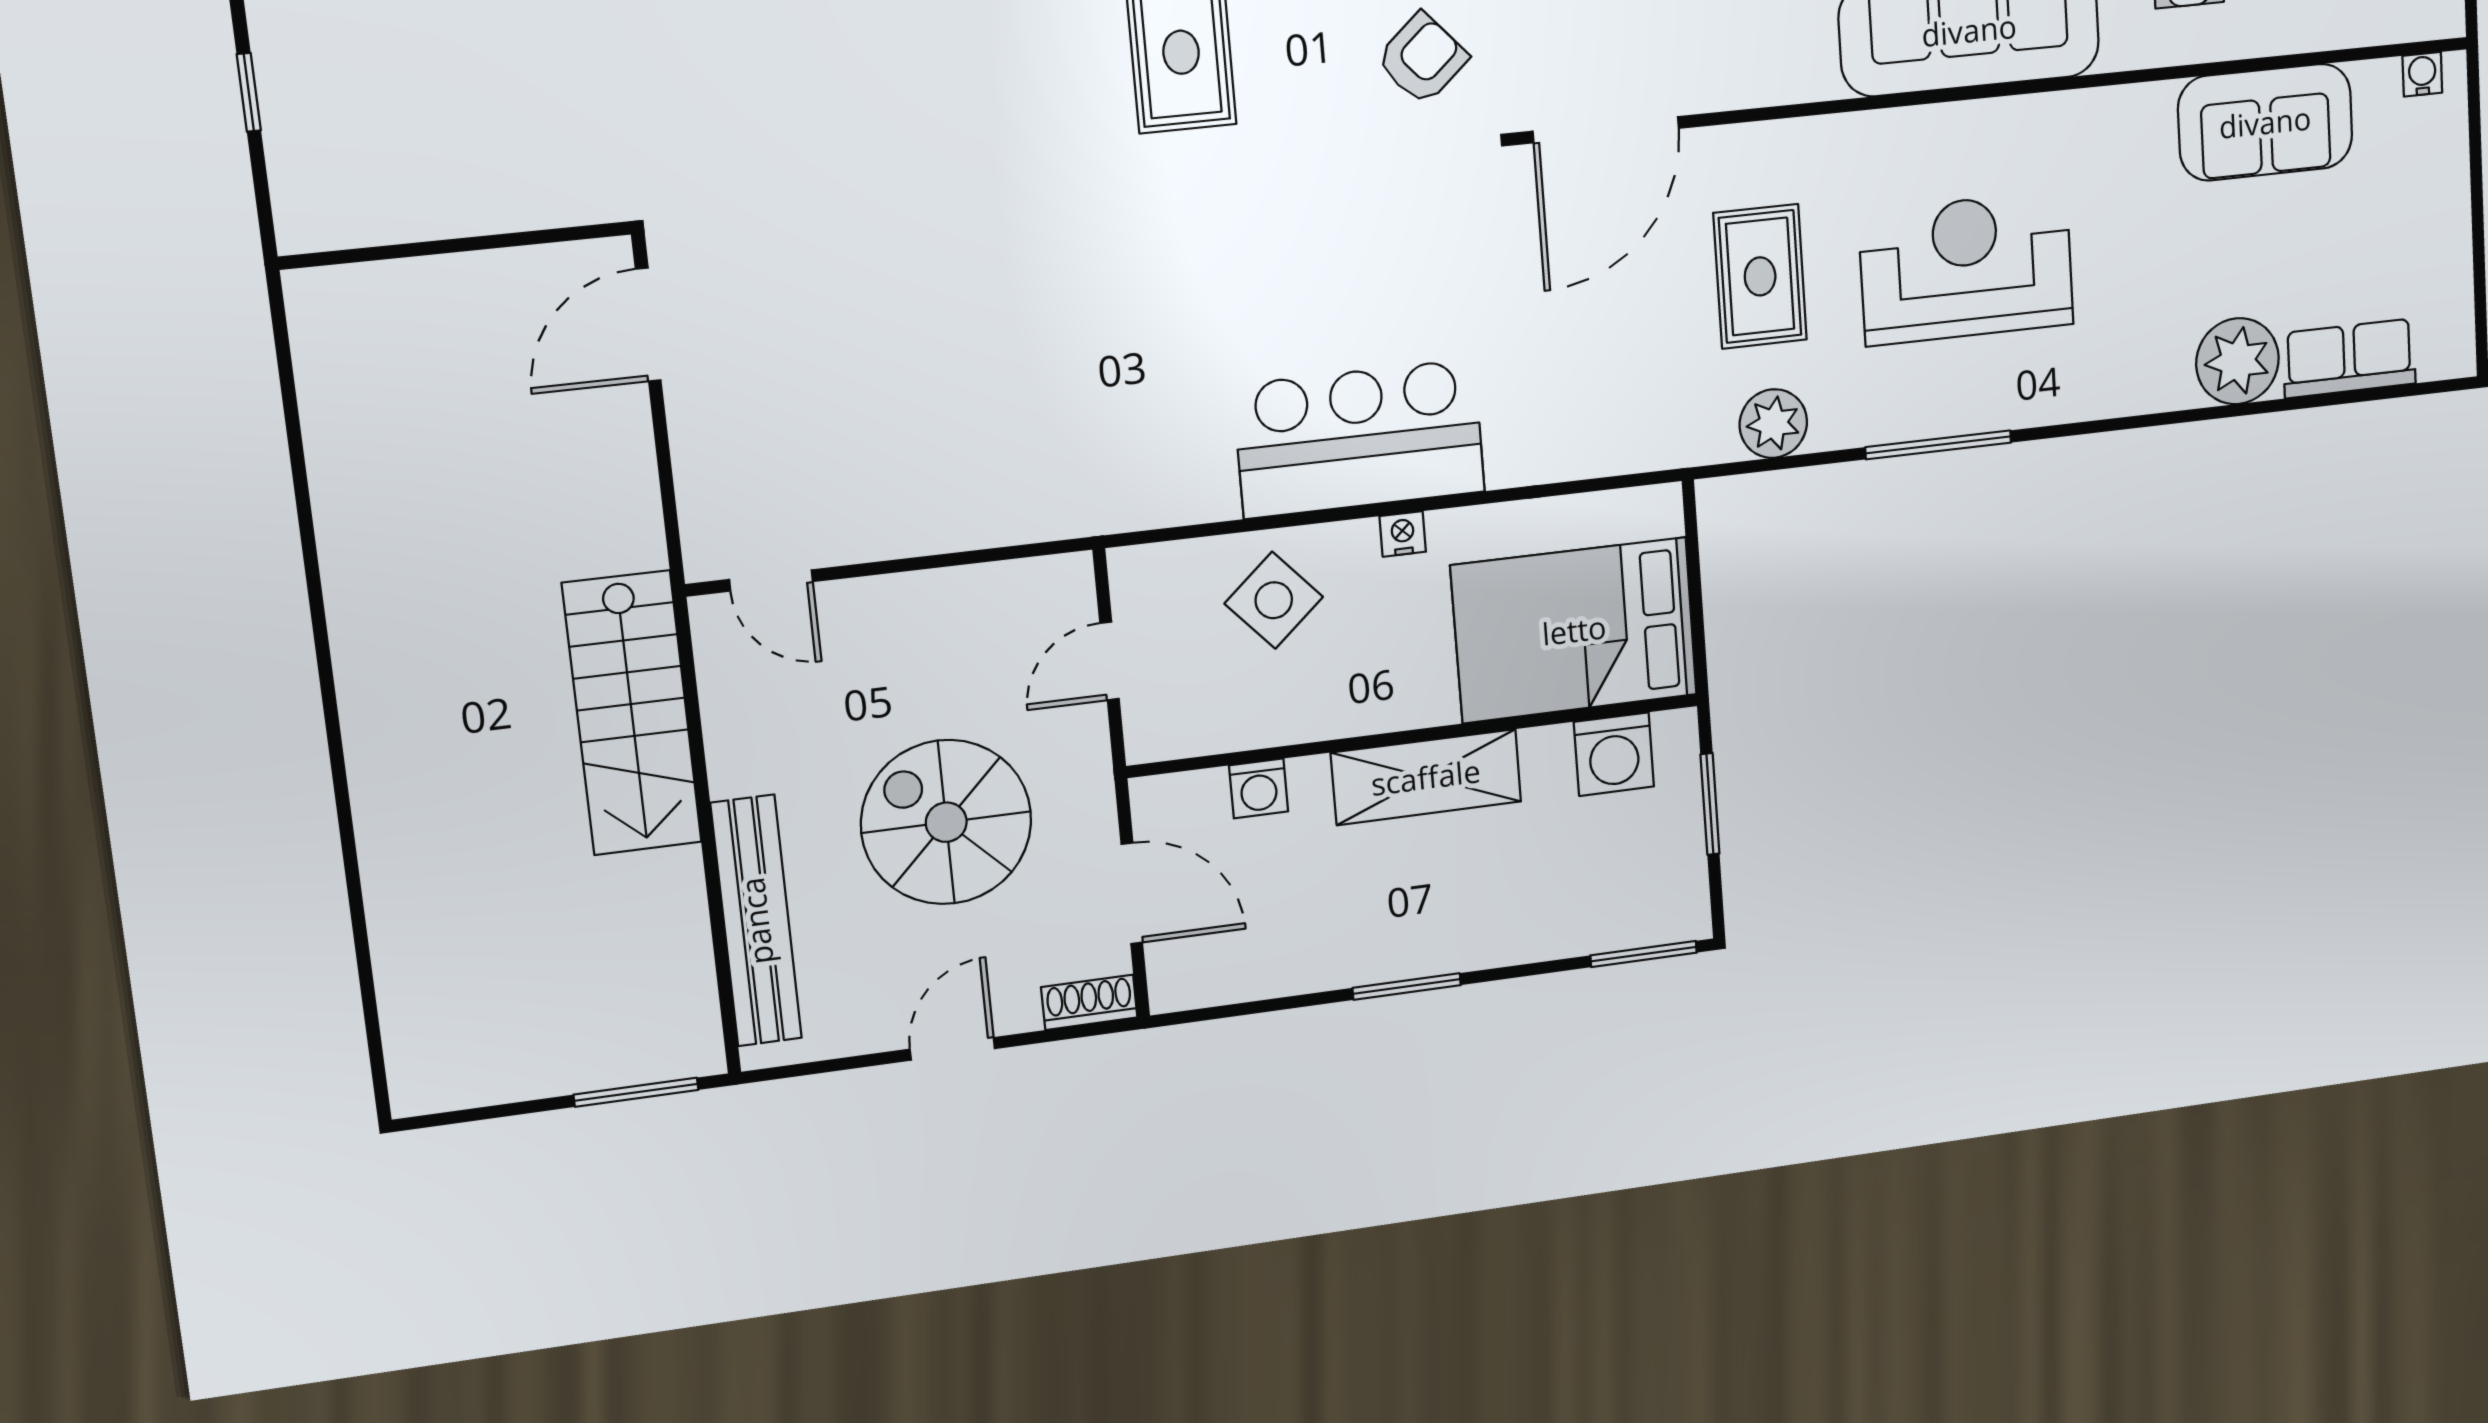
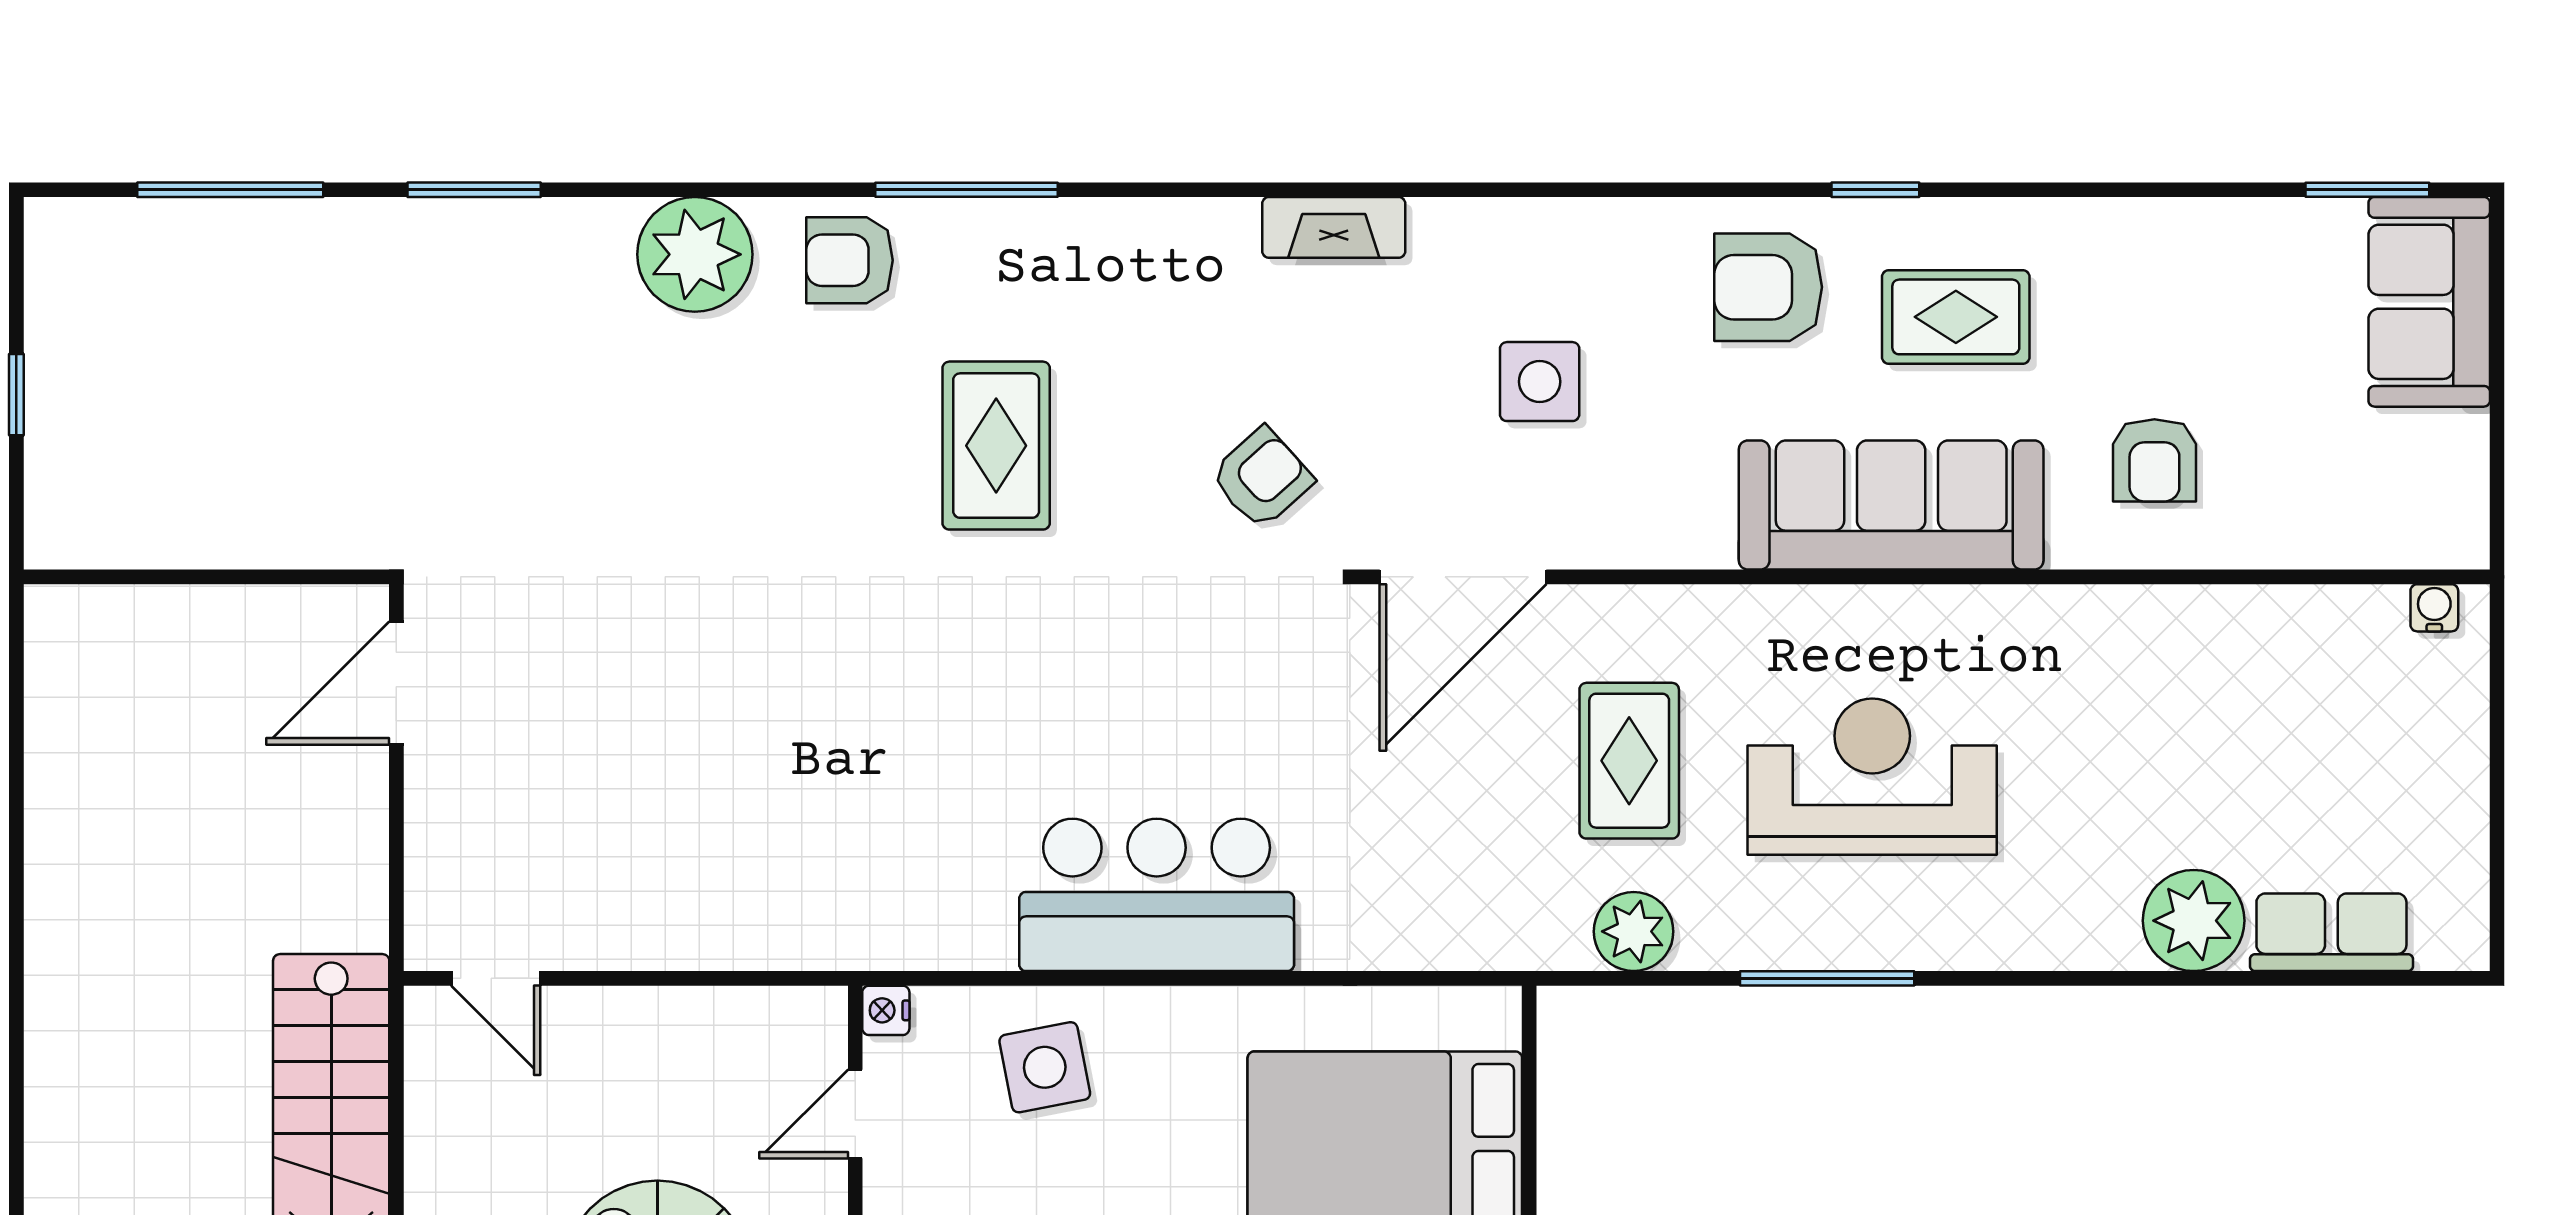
sofa: (2265, 122) -> (2240, 645), removed
nightstand: (1403, 534) -> (886, 1010), moved, turned -90
side table: (1274, 600) -> (1045, 1067), turned 31

